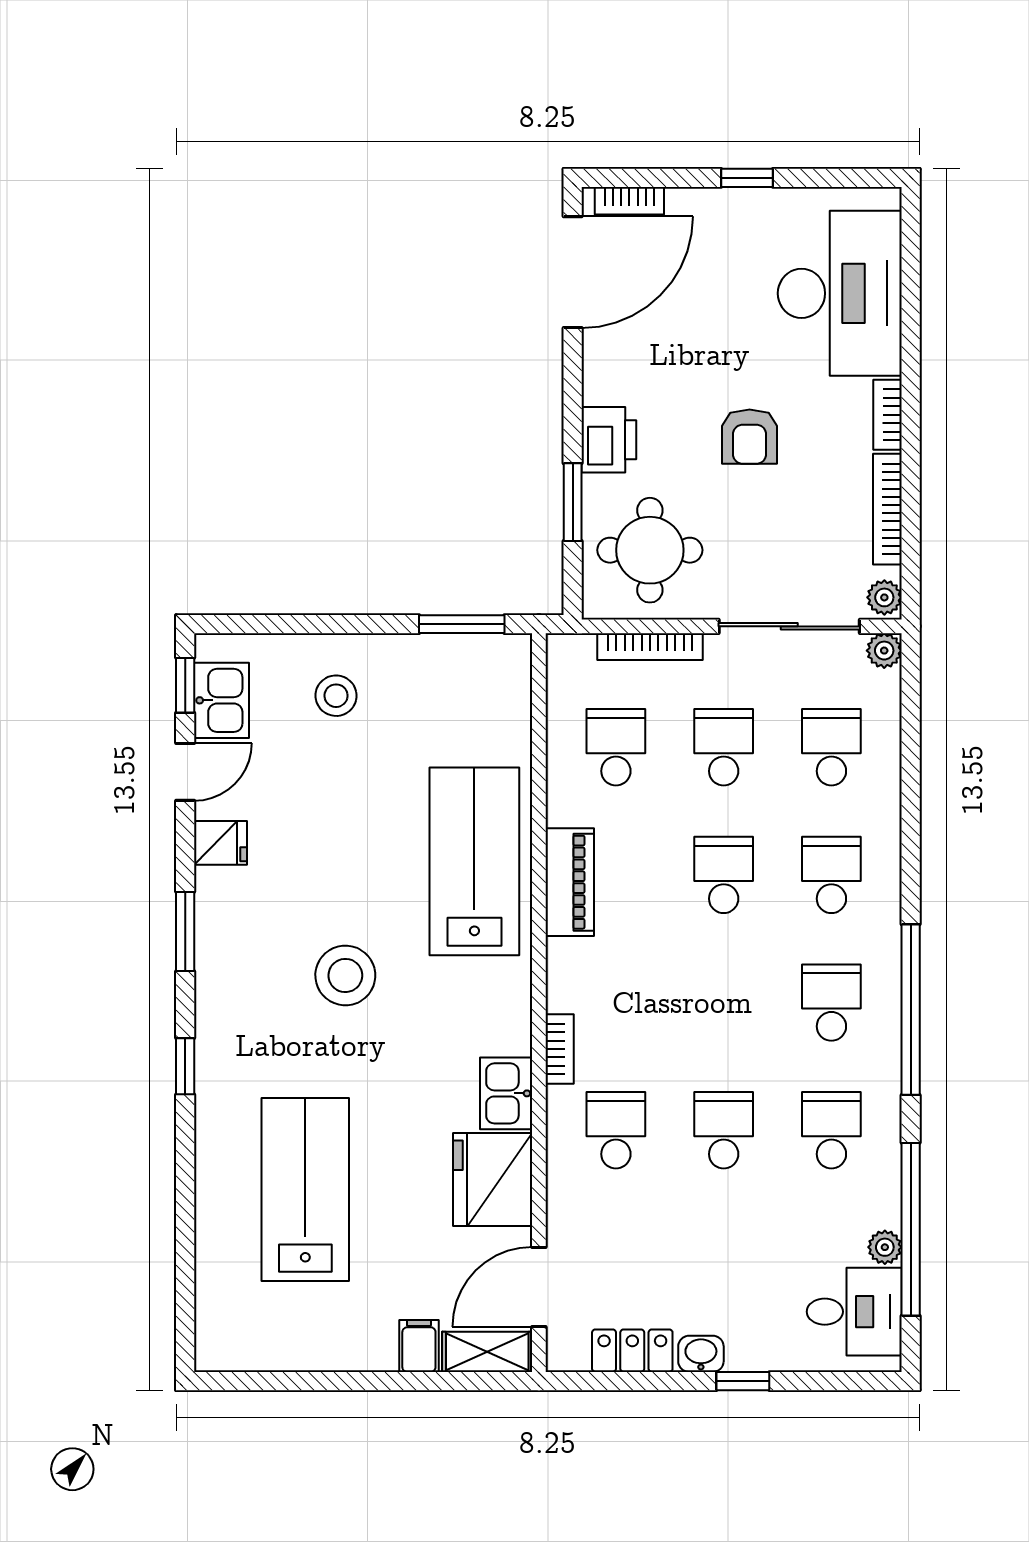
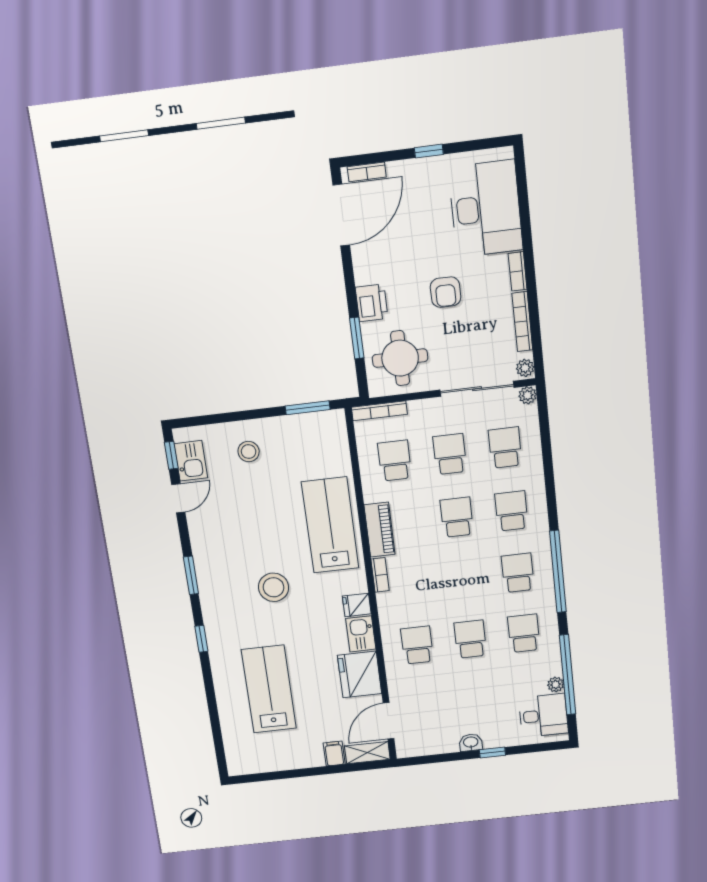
bookcase: (650, 647) -> (379, 411), moved
fridge: (220, 843) -> (357, 605), moved, turned 180
bookcase: (560, 1049) -> (380, 575), moved
locker: (632, 1351) -> (437, 745), removed

